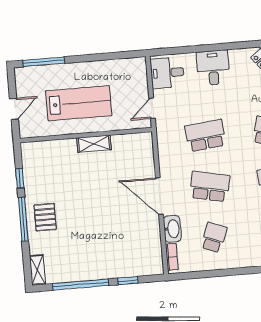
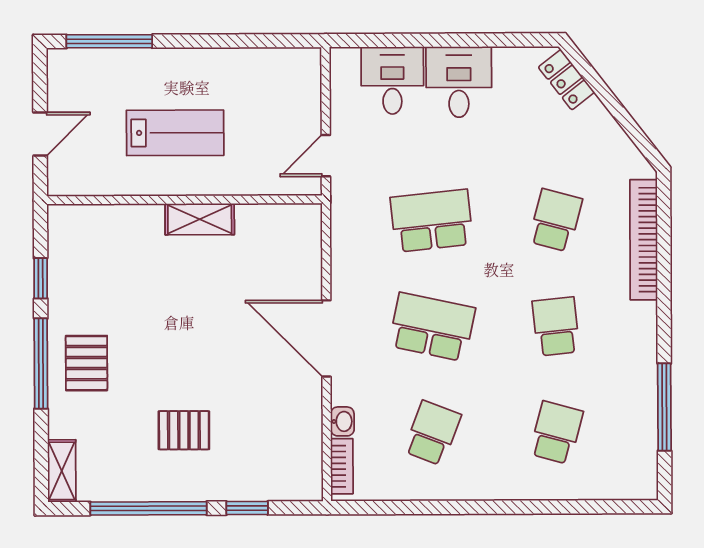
desk: (167, 73) -> (392, 80), moved, turned 90
lab bench: (79, 103) -> (175, 133), width x0.73, depth x0.72
washbasin: (172, 229) -> (342, 421), width x0.52, depth x0.69
pallet: (95, 246) -> (184, 430), added

